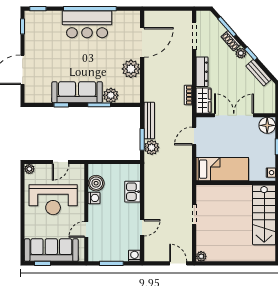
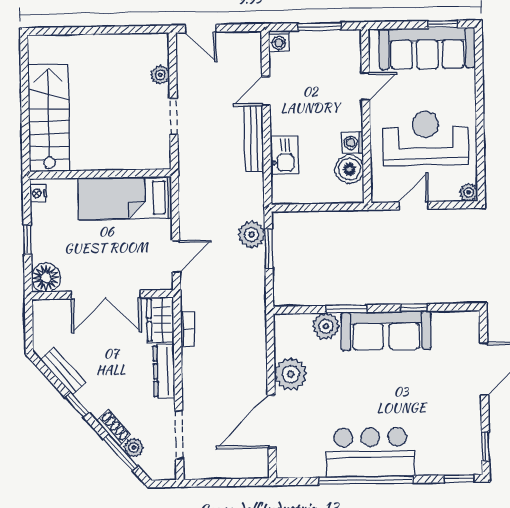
plant: (241, 53) -> (134, 448), moved
bench: (149, 120) -> (254, 139), moved
plant: (201, 256) -> (160, 75), moved

